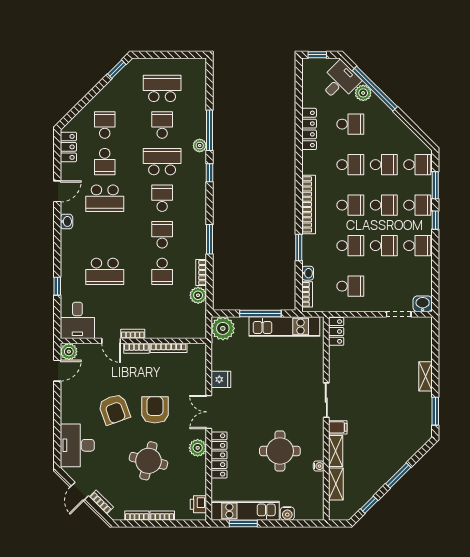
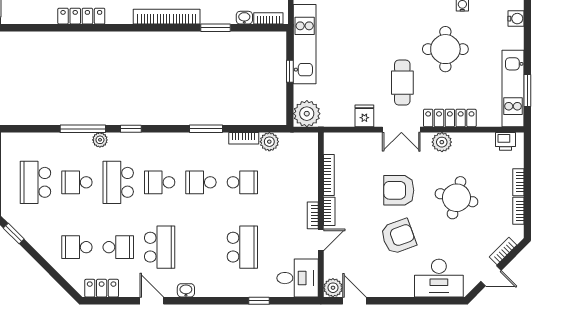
window: (260, 313) -> (290, 71), width x0.46
cafe table: (250, 413) -> (402, 83), added
water cooler: (287, 513) -> (516, 19), moved

